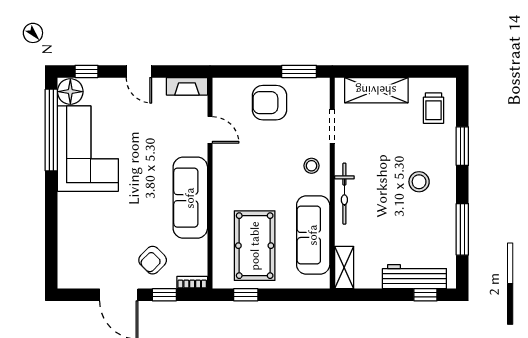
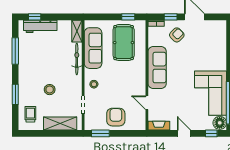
armchair: (270, 103) -> (116, 117), turned -90
stool: (419, 182) -> (50, 90), moved
bicycle: (344, 194) -> (77, 59), moved

